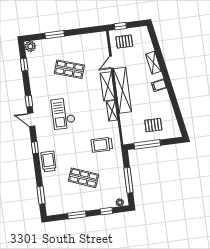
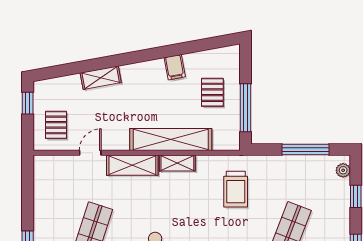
window: (120, 26) -> (28, 103), moved
door: (111, 62) -> (90, 153), swing flipped
filing cabinet: (159, 85) -> (175, 67), moved
shelving: (122, 90) -> (171, 139), moved

